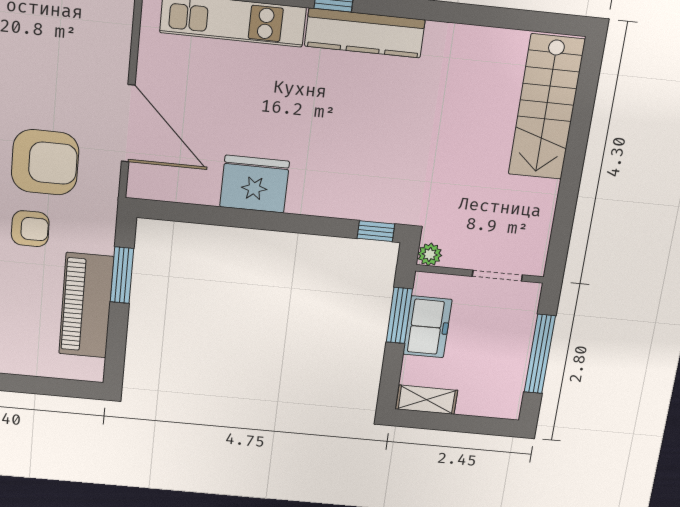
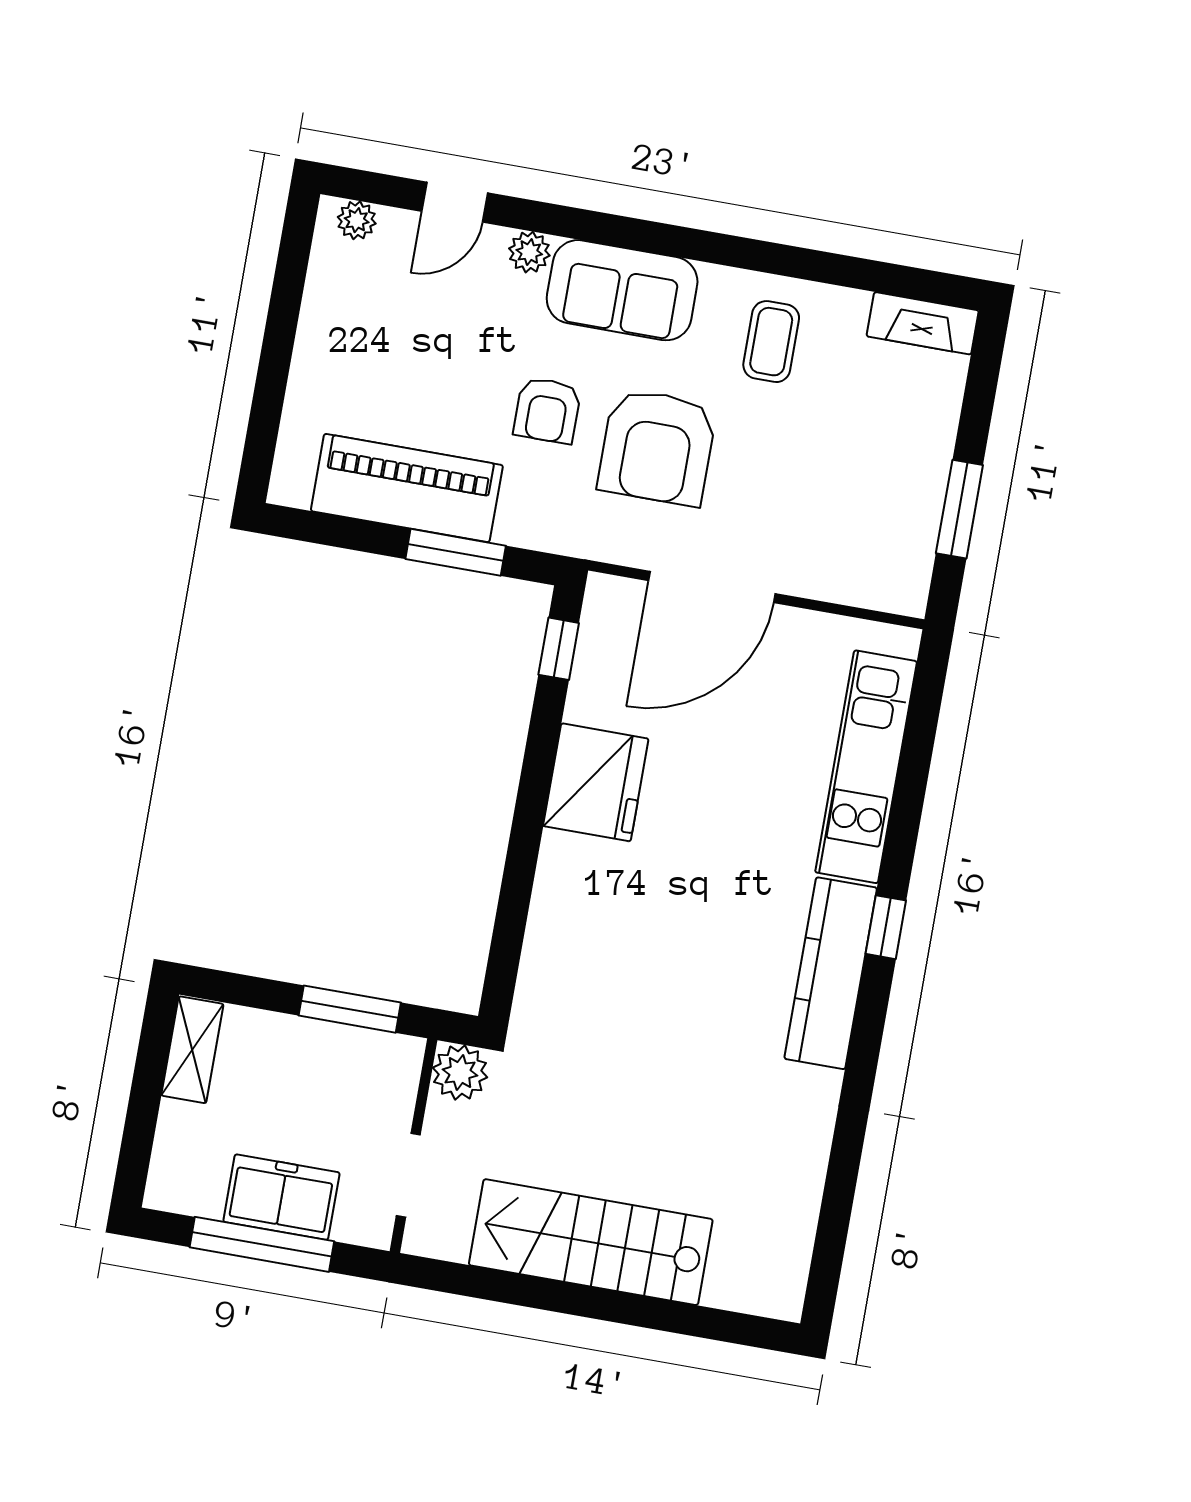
stairs: (546, 107) -> (591, 1242), moved
window: (376, 231) -> (559, 649), moved
plant: (430, 254) -> (460, 1072), width x1.38, depth x1.38
freezer: (427, 327) -> (281, 1197), moved, turned 180

